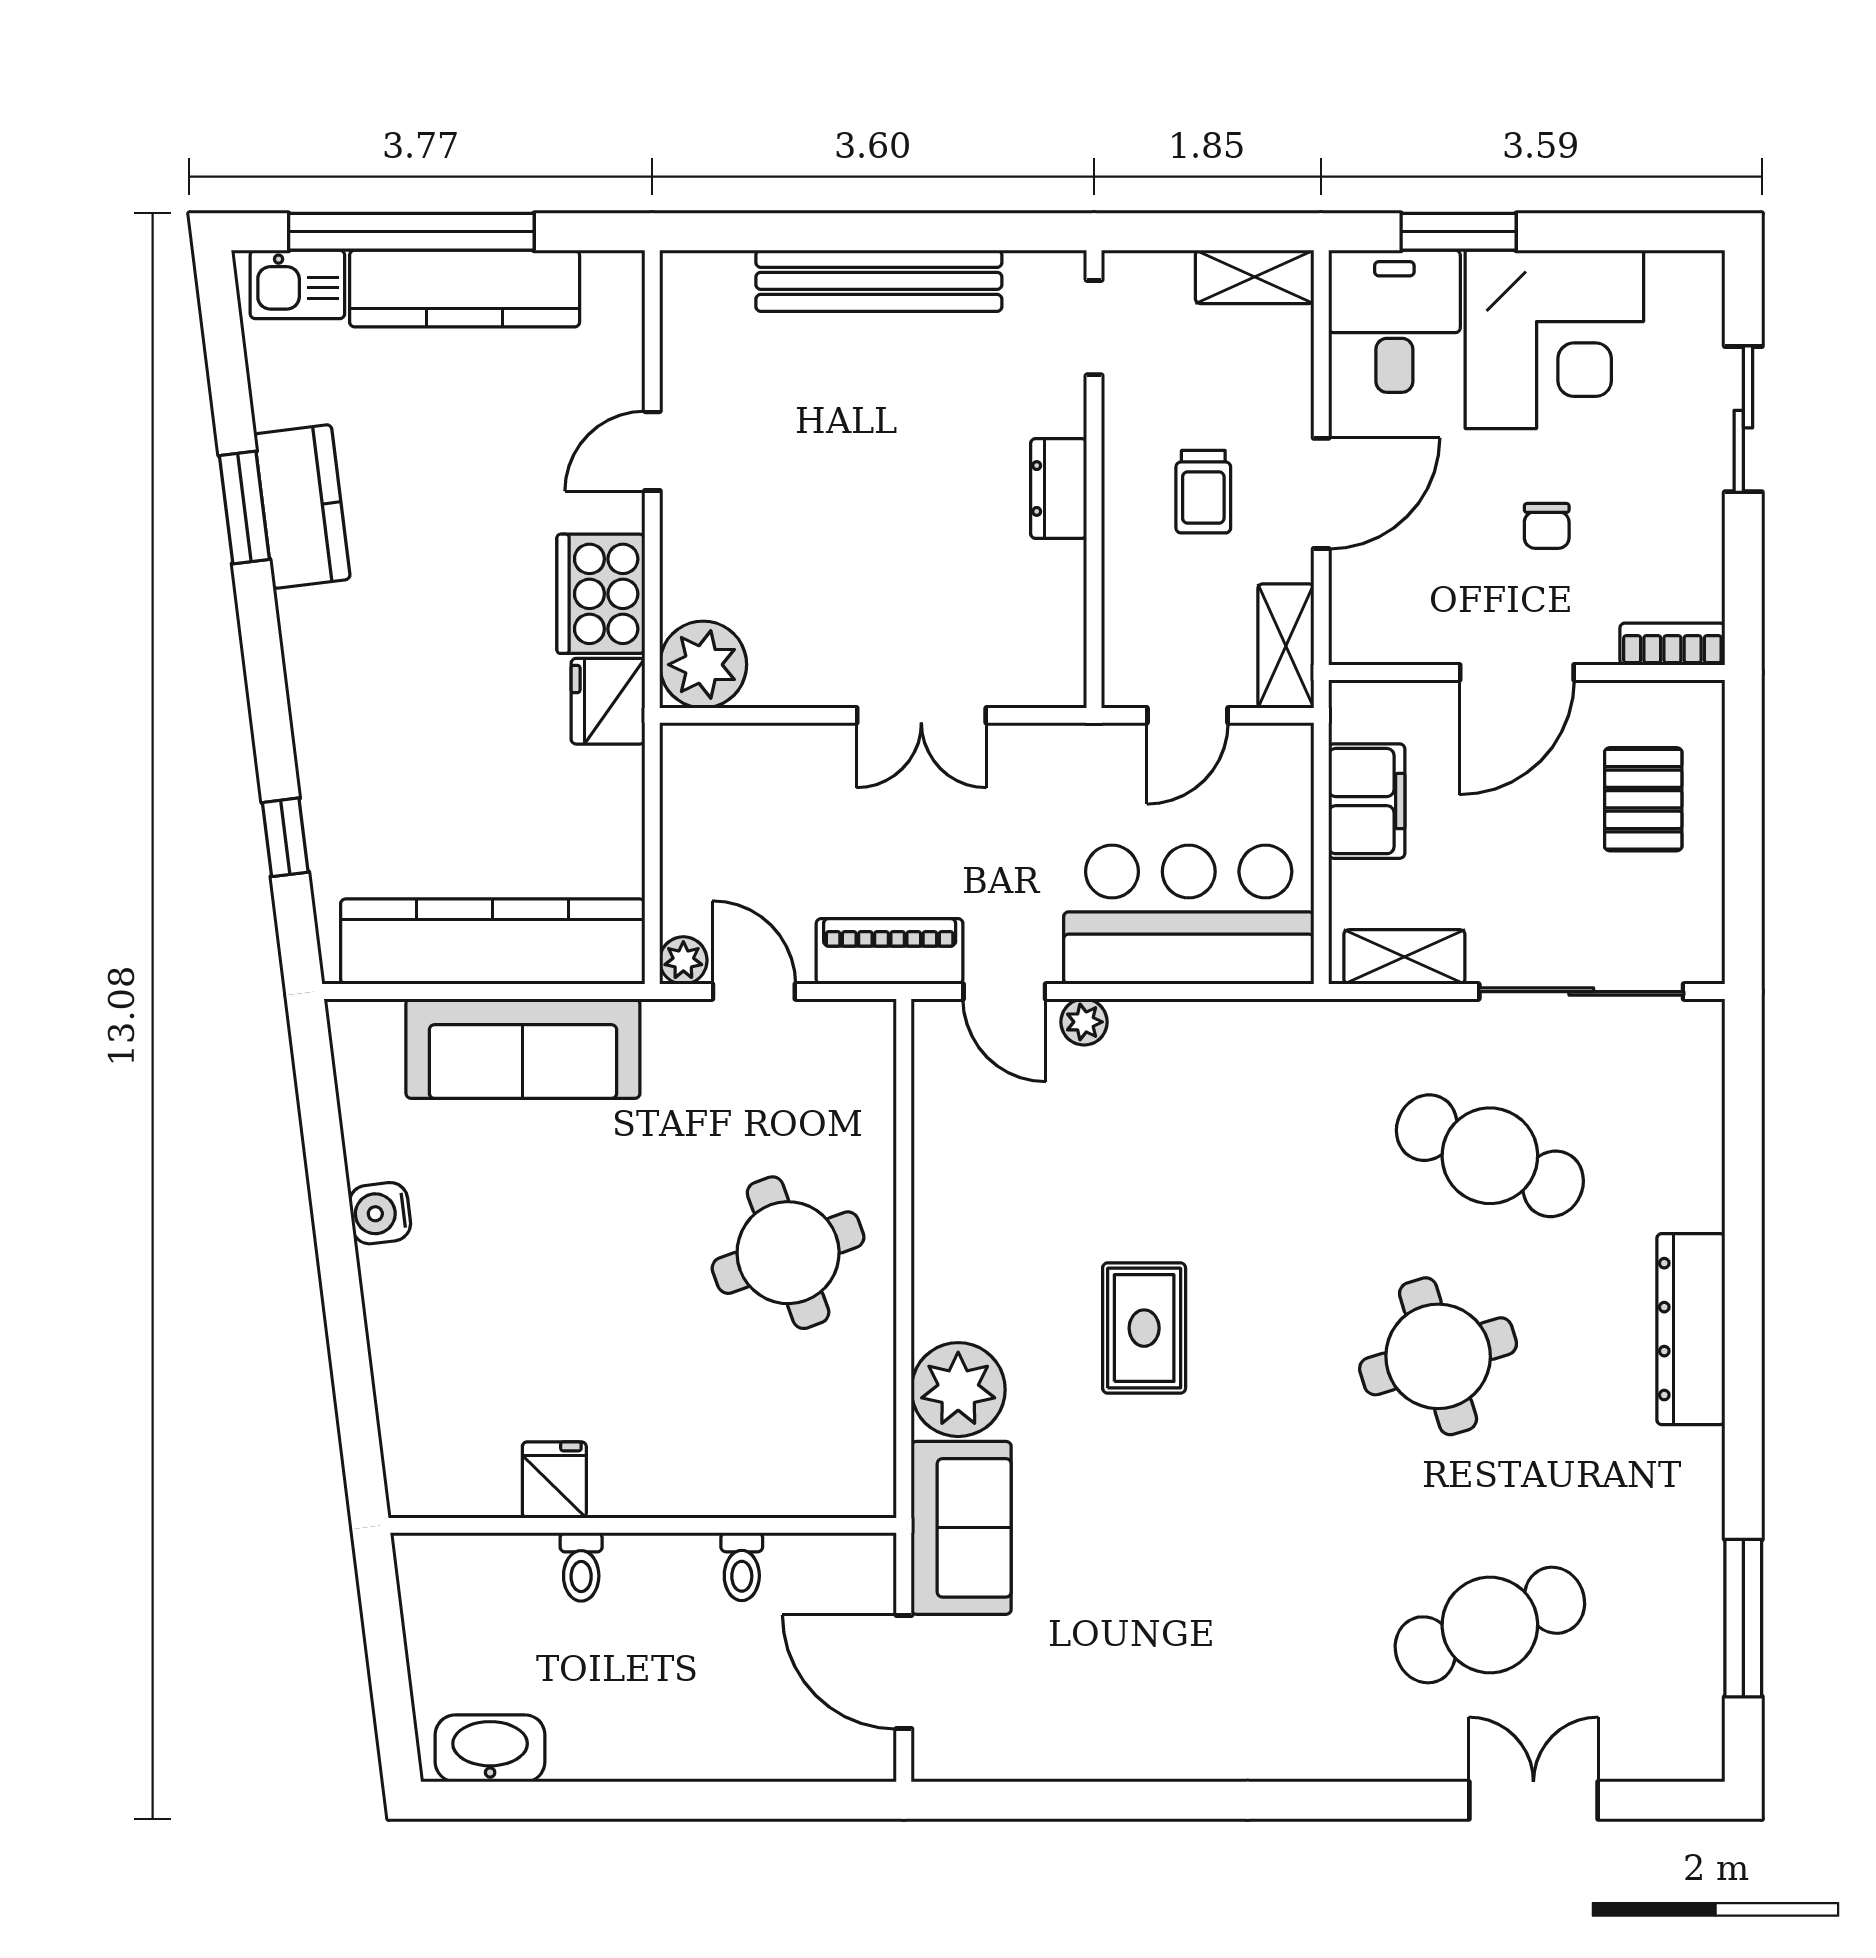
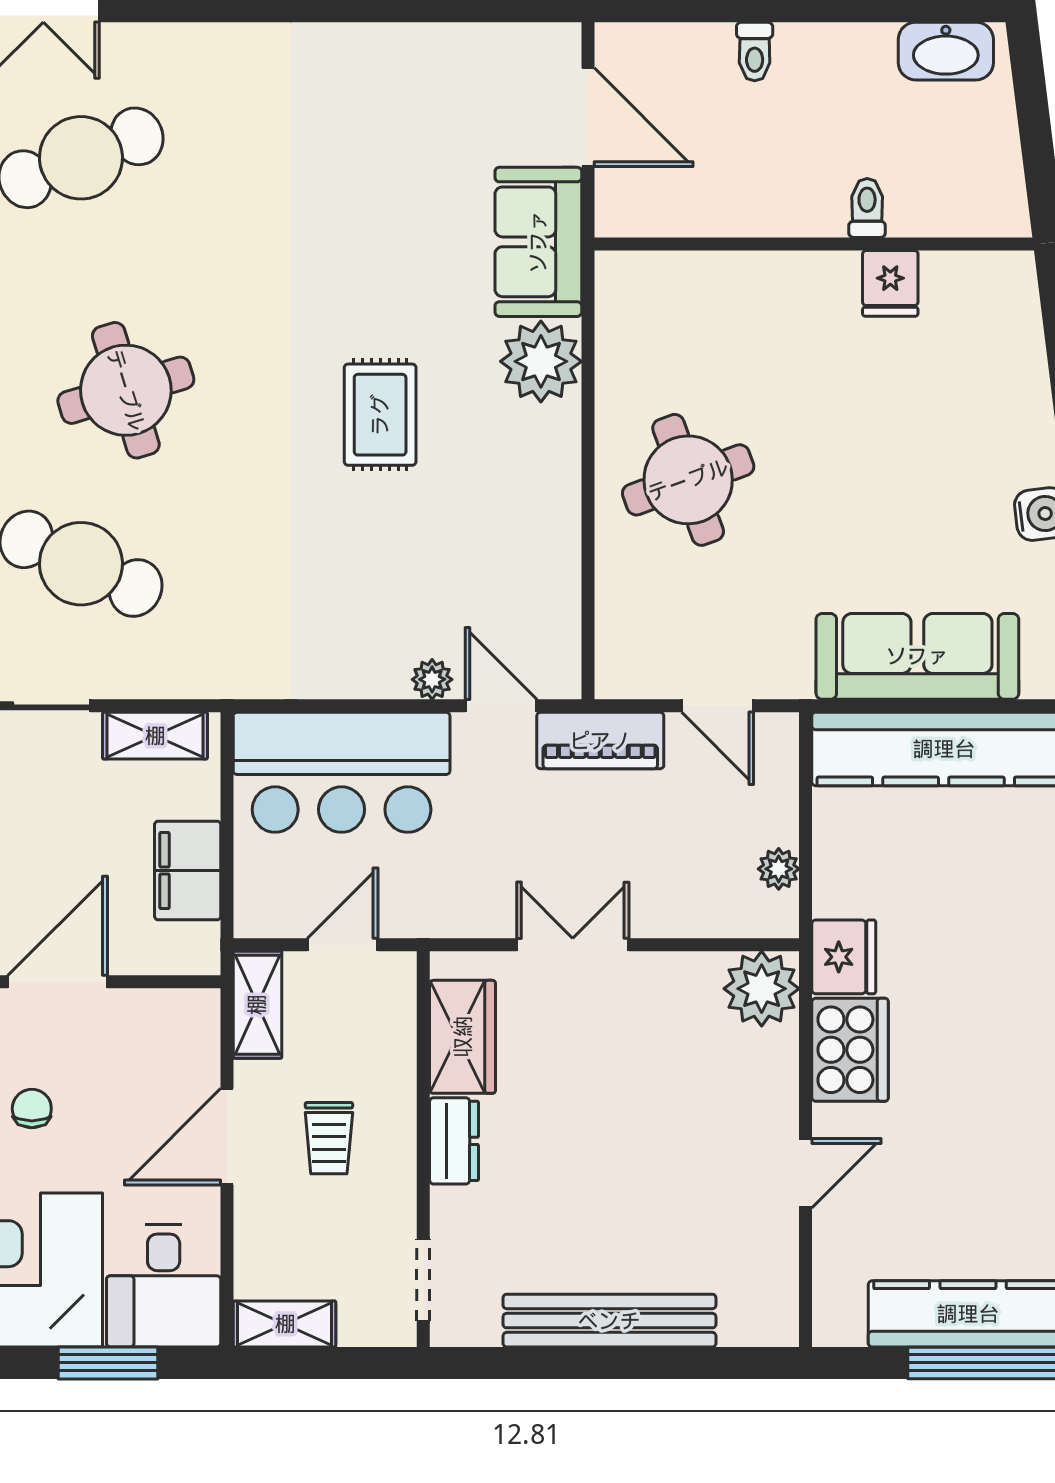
trolley: (1203, 492) -> (329, 1138), turned 180
wardrobe: (1049, 609) -> (463, 1037), added
plant: (683, 960) -> (779, 869), moved
toilet: (742, 1567) -> (755, 51), moved, turned 180

